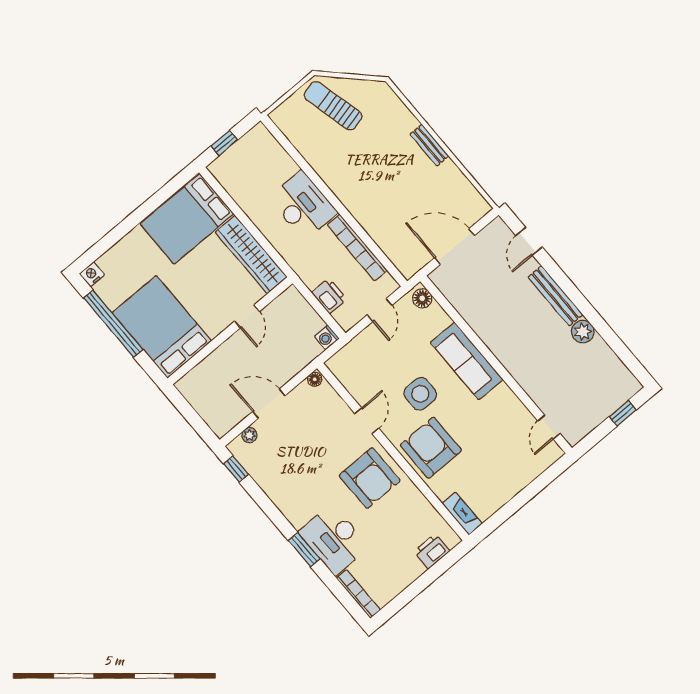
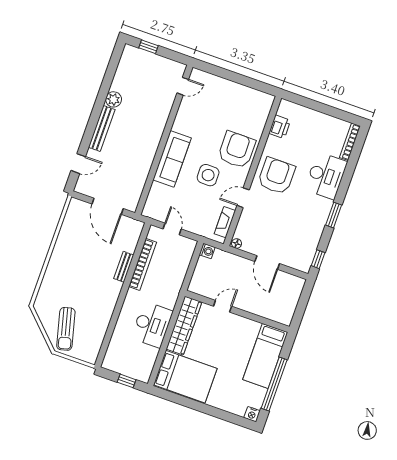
bench: (429, 145) -> (124, 267), moved
desk: (303, 205) -> (152, 325), moved, turned 180
printer: (329, 296) -> (181, 264), removed
floor lamp: (422, 298) -> (150, 208), removed
door: (380, 310) -> (172, 229), hinge flipped
bed: (162, 327) -> (265, 356), width x0.67
plant: (249, 435) -> (293, 263), removed
armchair: (431, 448) -> (237, 150), turned 180
fireplace: (462, 514) -> (225, 222), moved
window: (304, 550) -> (334, 215), moved
printer: (432, 551) -> (280, 127), moved, turned -90

